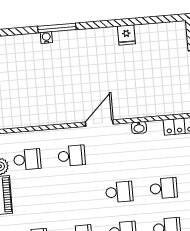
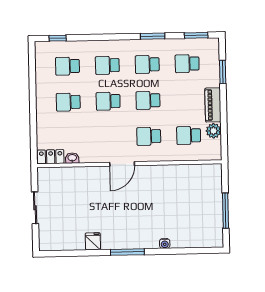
window: (57, 28) -> (127, 252), moved
washbasin: (139, 128) -> (72, 158), moved
school desk: (75, 196) -> (148, 100), added

